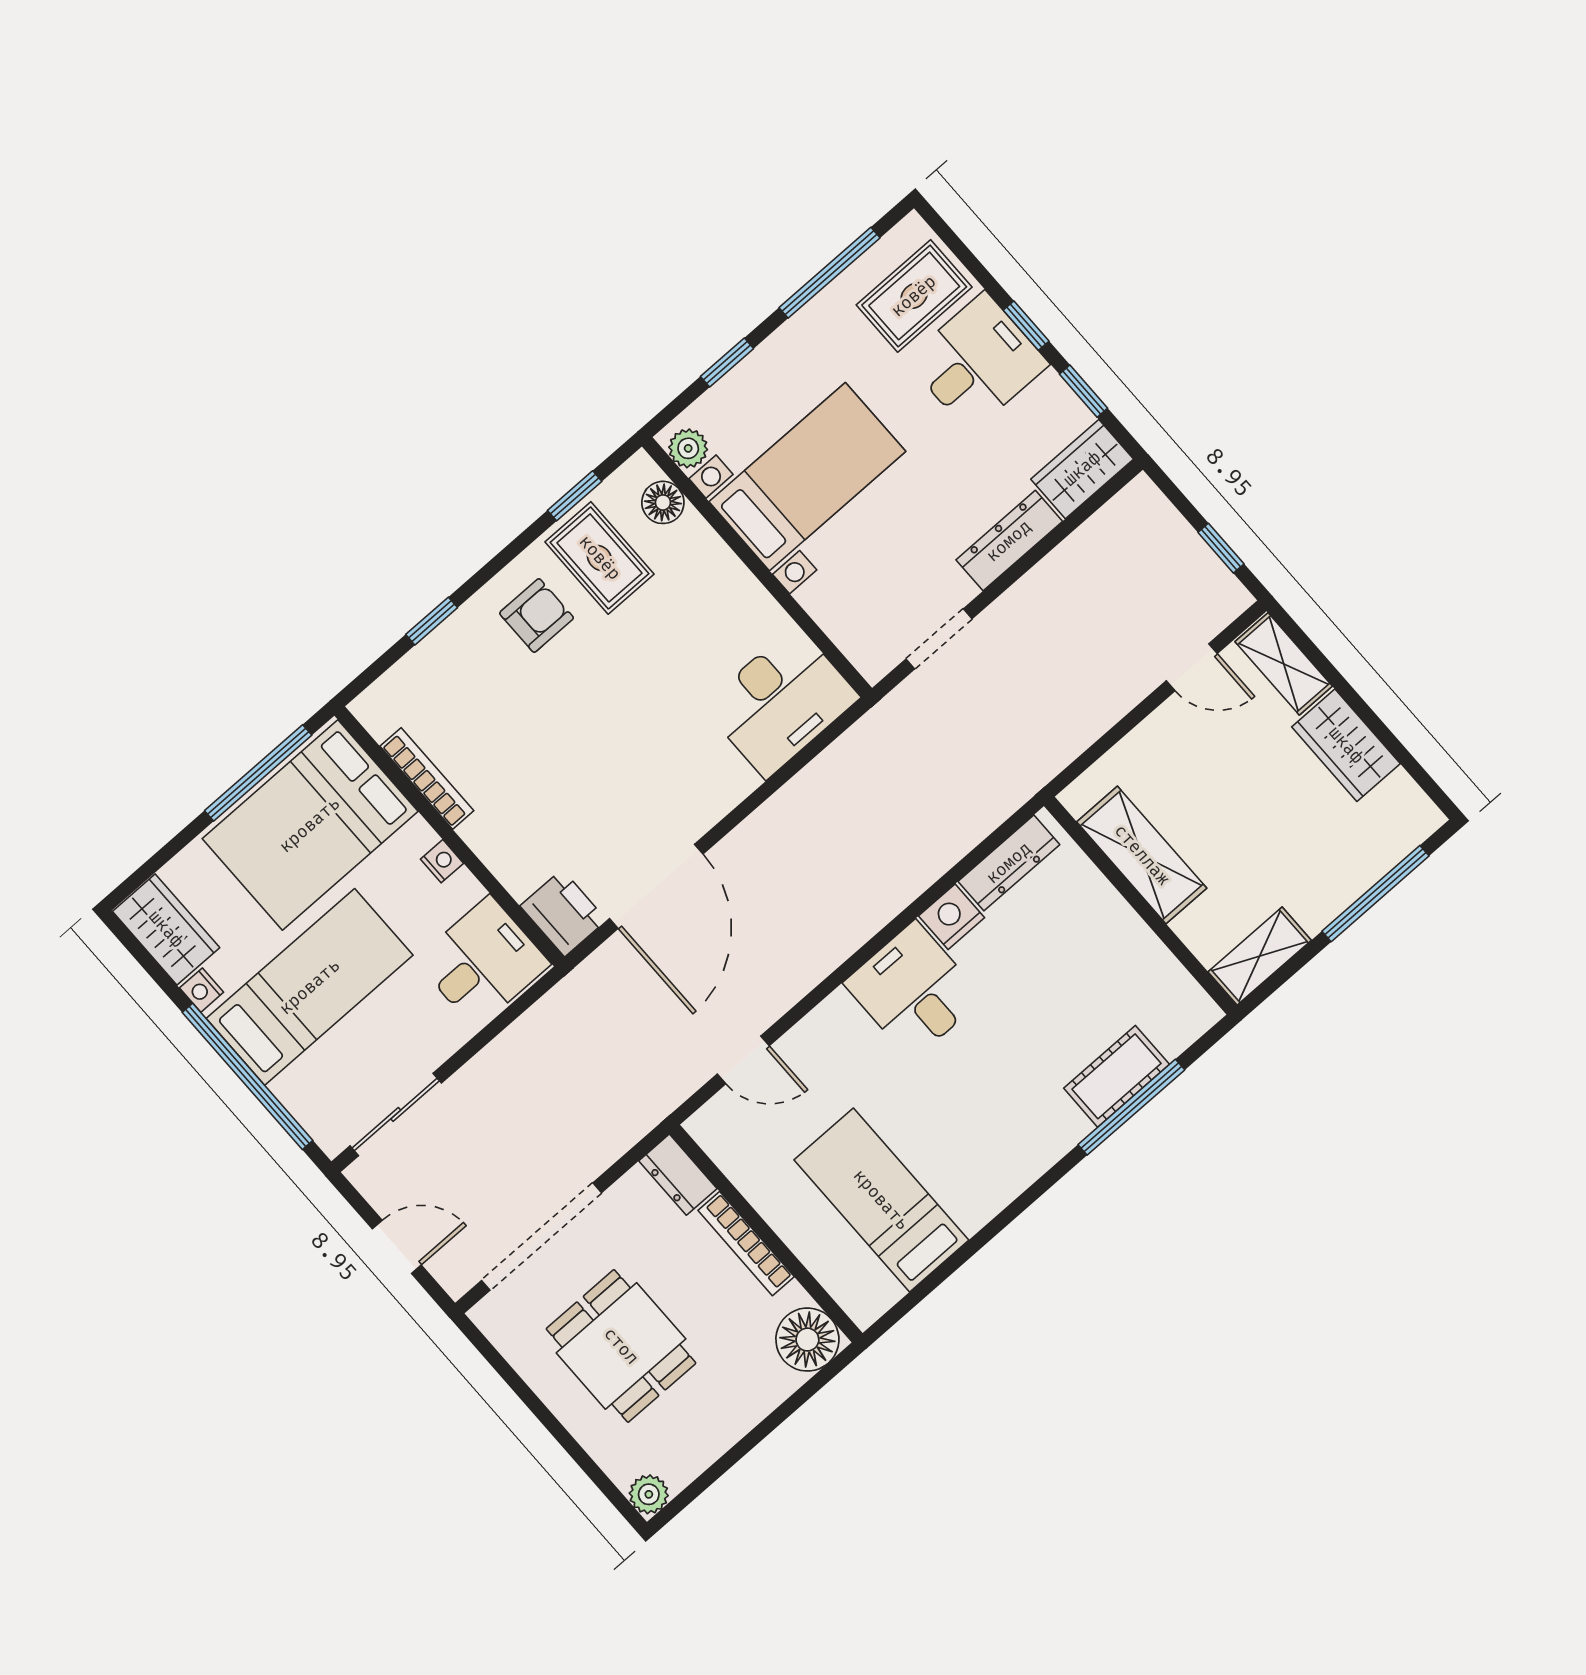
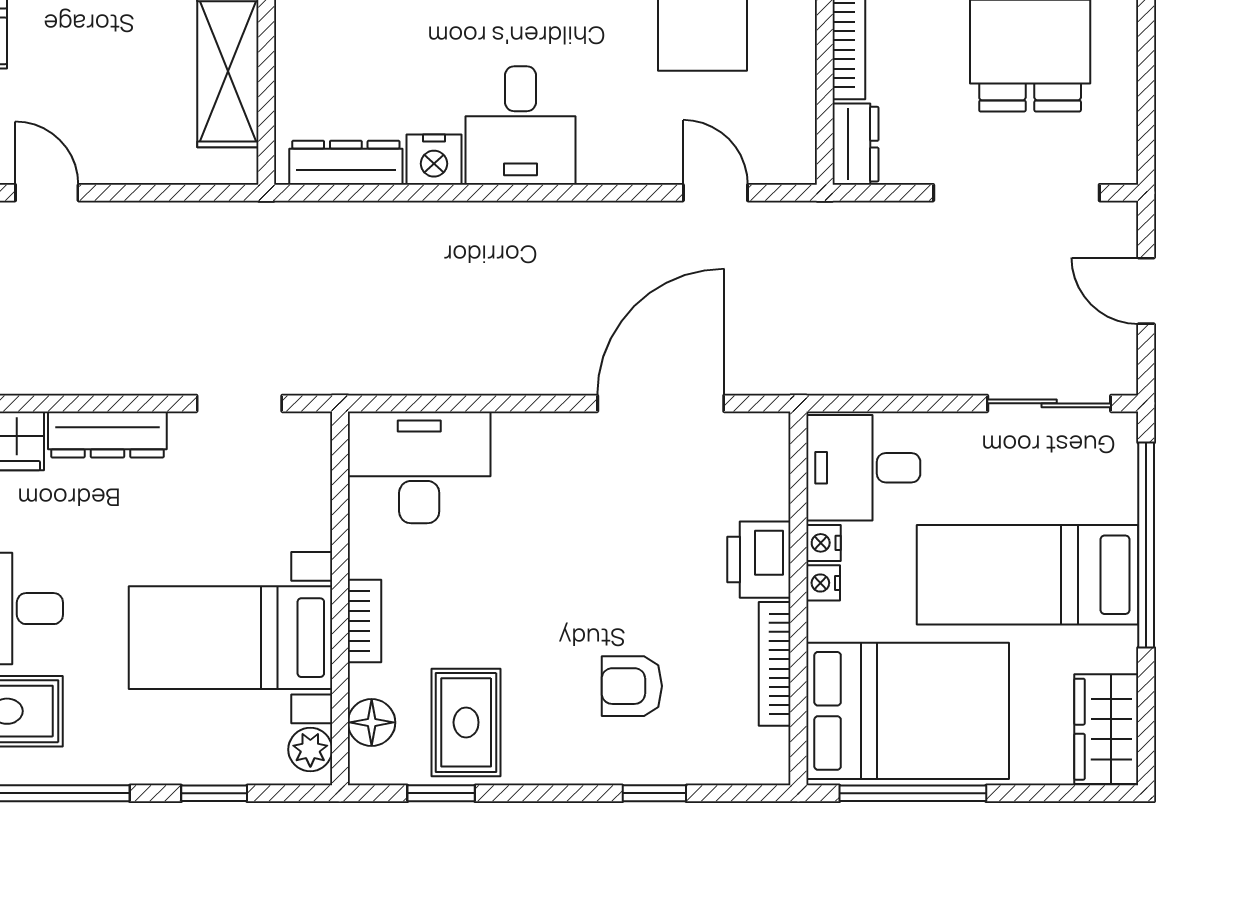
bookcase: (727, 566) -> (364, 621), added
armchair: (537, 616) -> (632, 686), moved
printer: (563, 913) -> (759, 560), moved
nightstand: (202, 990) -> (823, 543), moved, turned 180

